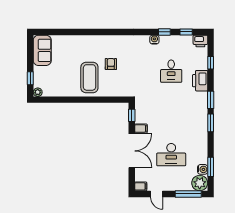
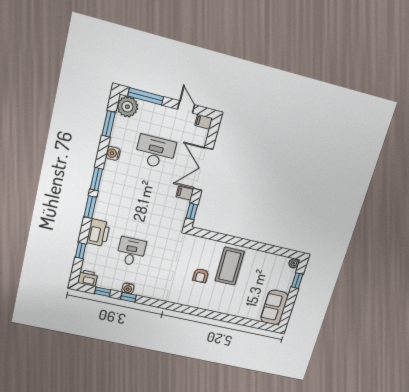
water cooler: (154, 40) -> (128, 288), moved
water cooler: (203, 169) -> (113, 153), moved

